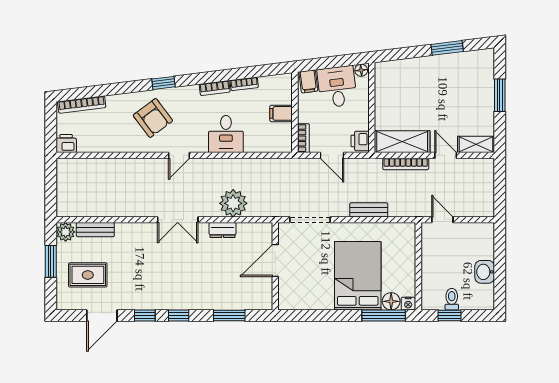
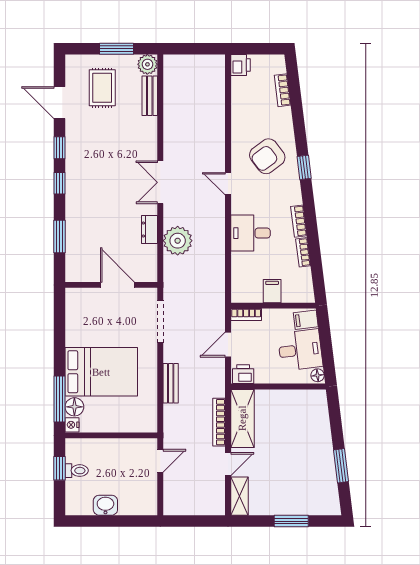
bookcase: (82, 105) -> (283, 90), width x0.64

